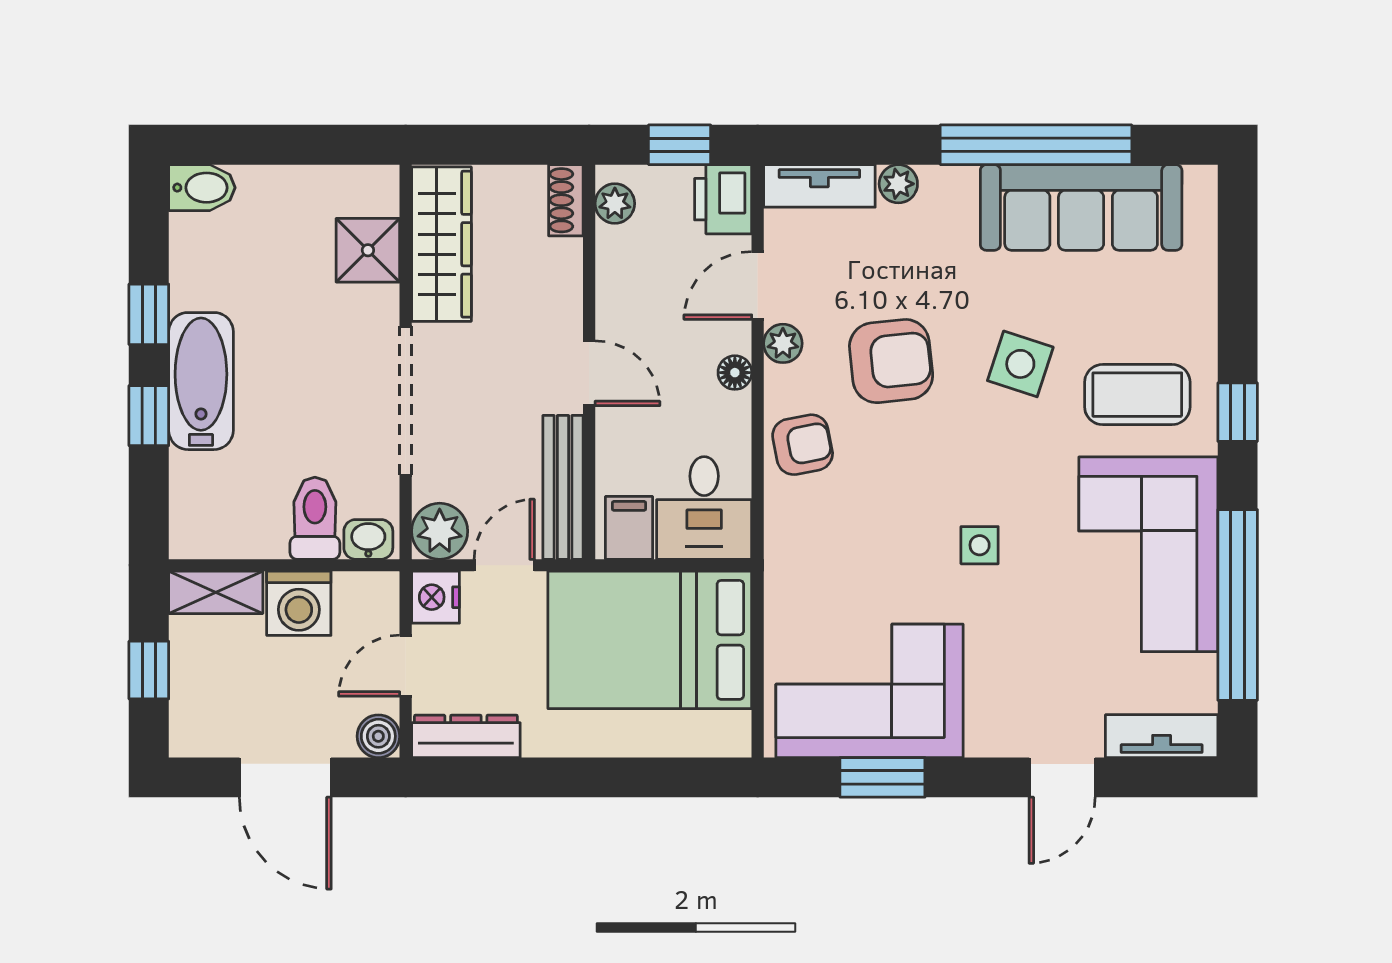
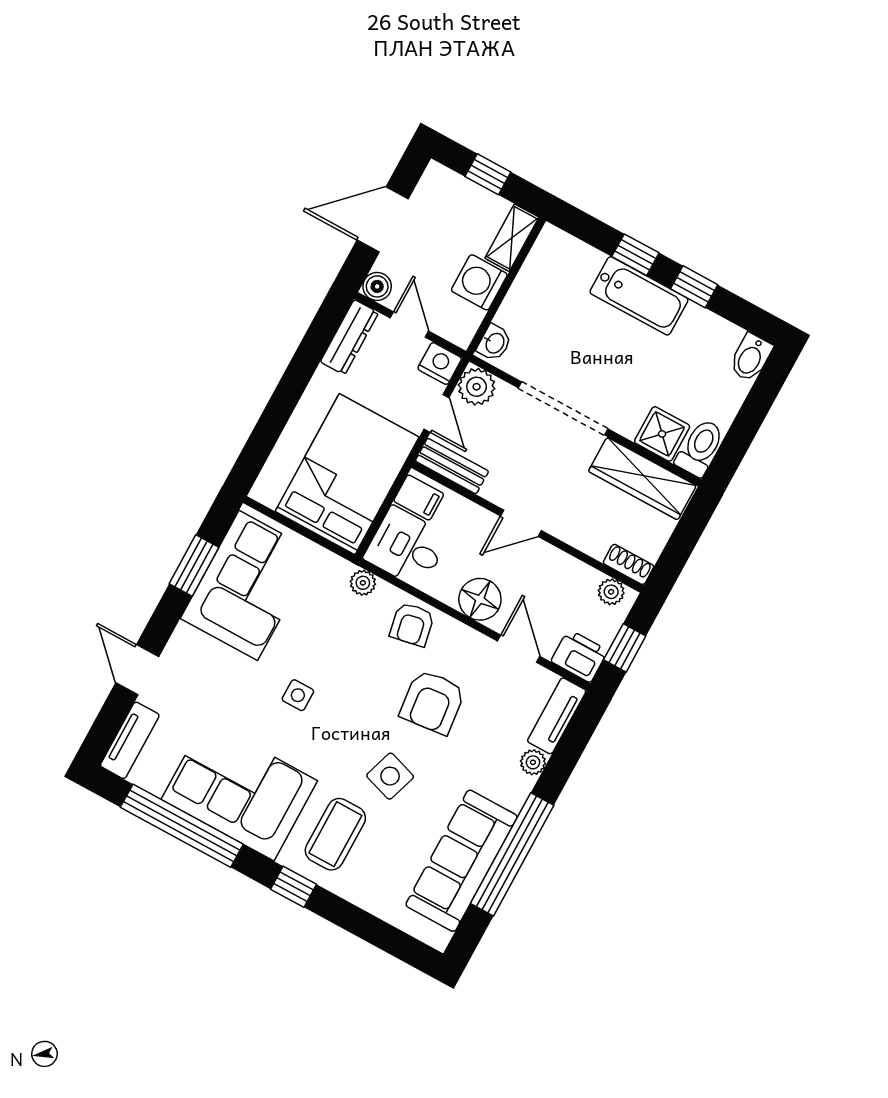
plant: (783, 343) -> (363, 583), moved
floor lamp: (735, 373) -> (480, 599), width x1.89, depth x1.89
bench: (563, 487) -> (452, 466), width x0.73
toilet: (315, 518) -> (700, 448), moved, turned -90

